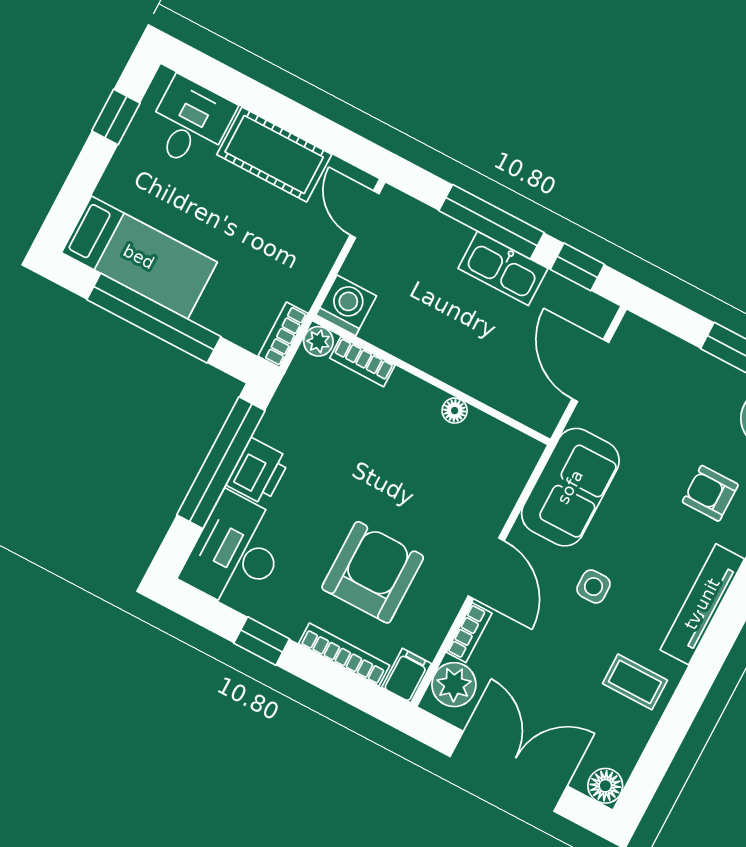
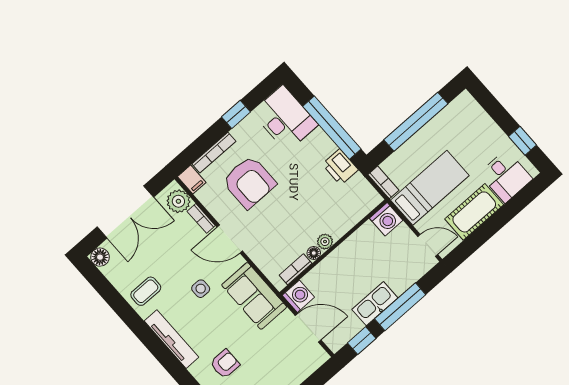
bed: (139, 257) -> (430, 188), moved, turned 180
plant: (318, 341) -> (325, 242), moved
bookcase: (362, 362) -> (296, 269), moved
washing machine: (541, 409) -> (298, 296), added
printer: (258, 472) -> (340, 167), moved

